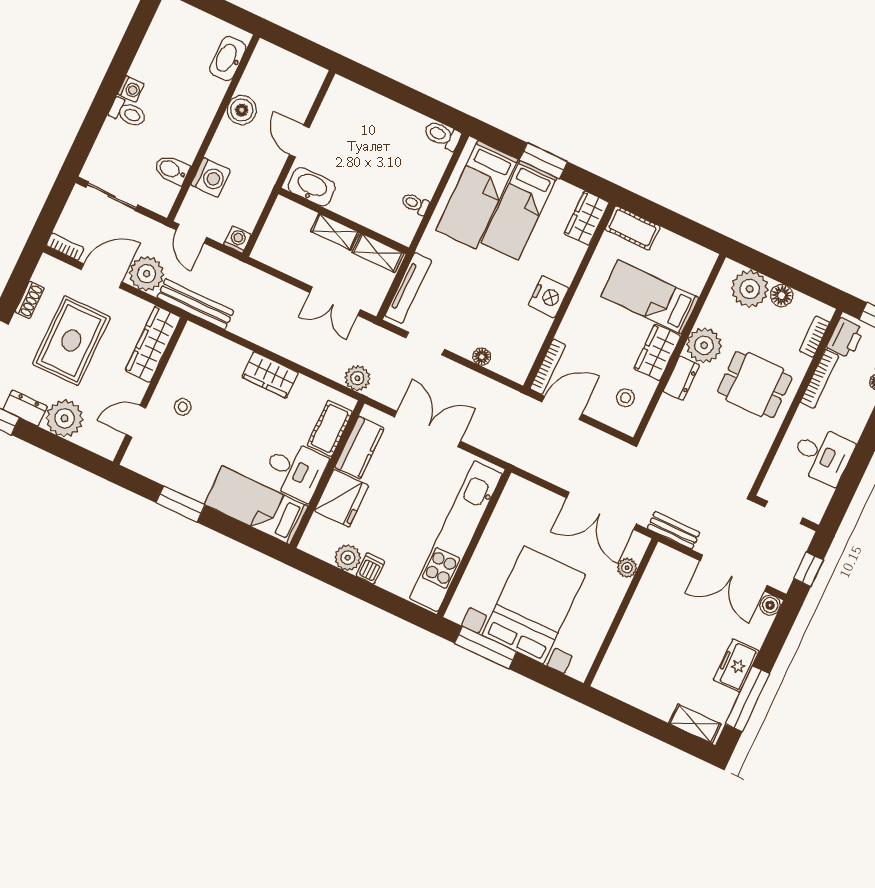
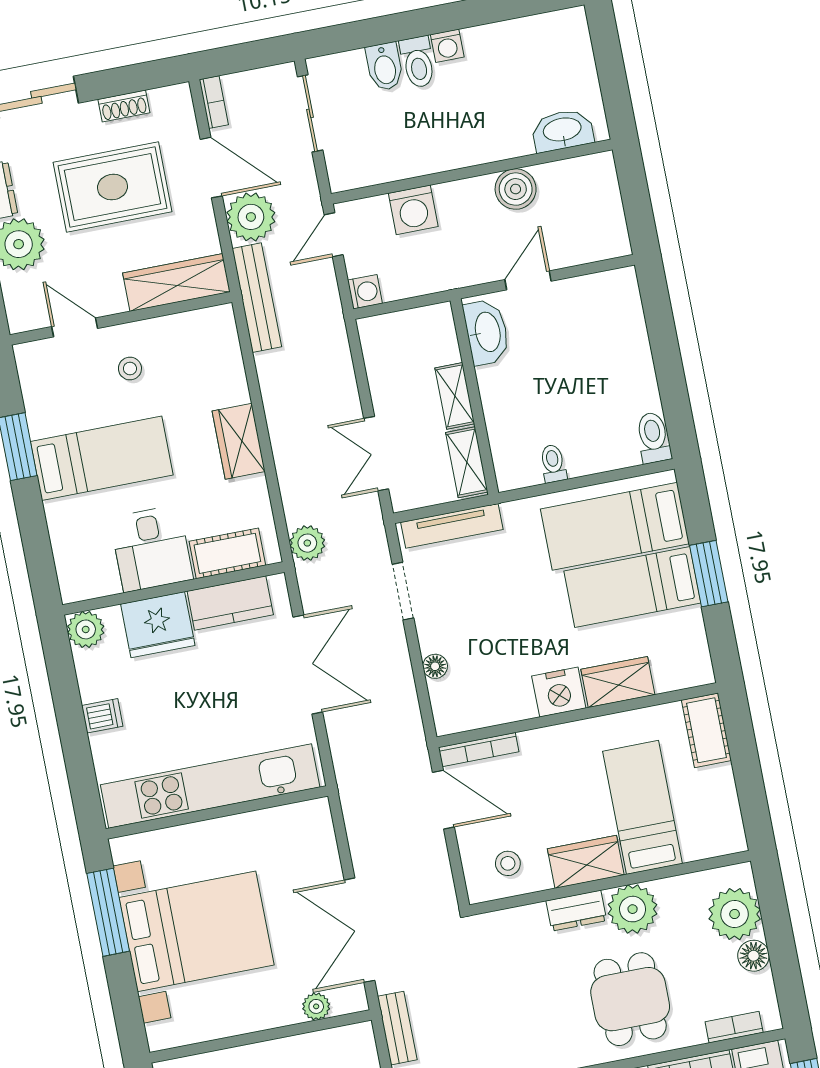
bidet: (172, 170) -> (385, 67), moved, turned 180
wardrobe: (587, 218) -> (618, 682), moved
bed: (256, 505) -> (102, 458), moved, turned 90
plant: (348, 558) -> (86, 629), moved

